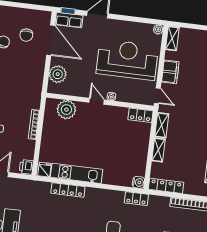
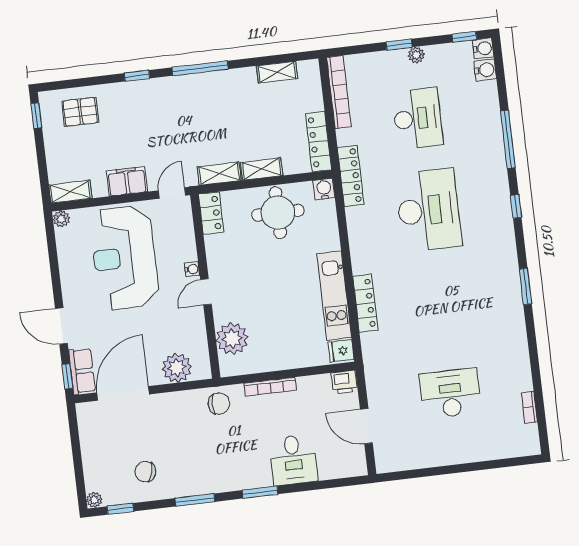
chair: (26, 35) -> (219, 404), moved
round table: (131, 153) -> (278, 213), added
locker: (136, 199) -> (351, 176), width x1.53

